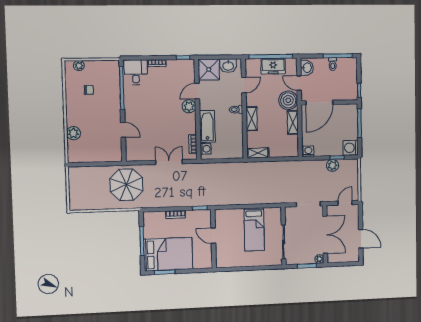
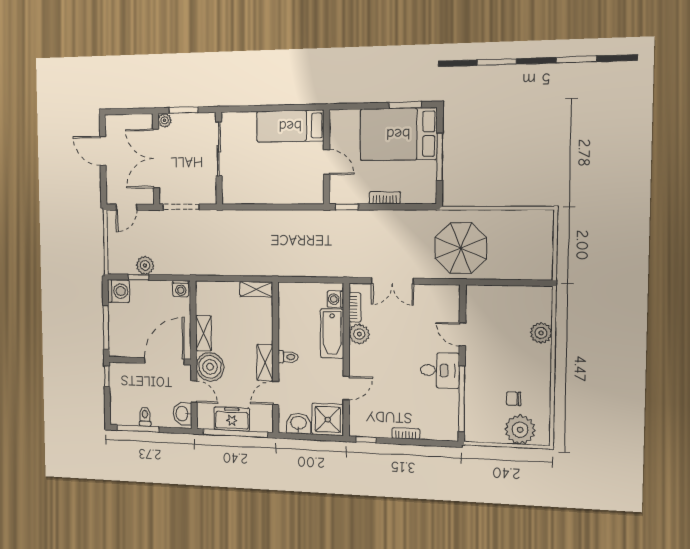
plant: (79, 66) -> (520, 430), width x1.87, depth x1.87
desk: (136, 72) -> (440, 370), moved, turned -90
plant: (189, 106) -> (359, 334), moved
shelving: (252, 119) -> (265, 363), moved
bed: (254, 229) -> (290, 126), moved, turned -90

